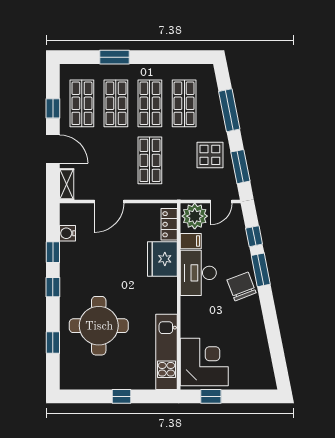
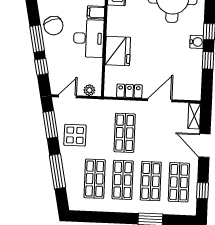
window: (53, 108) -> (203, 191), moved
plant: (195, 216) -> (89, 90), width x0.53, depth x0.53
locker: (169, 224) -> (129, 91), moved, turned -90
water cooler: (67, 233) -> (197, 42), moved
filing cabinet: (191, 241) -> (96, 12), moved

